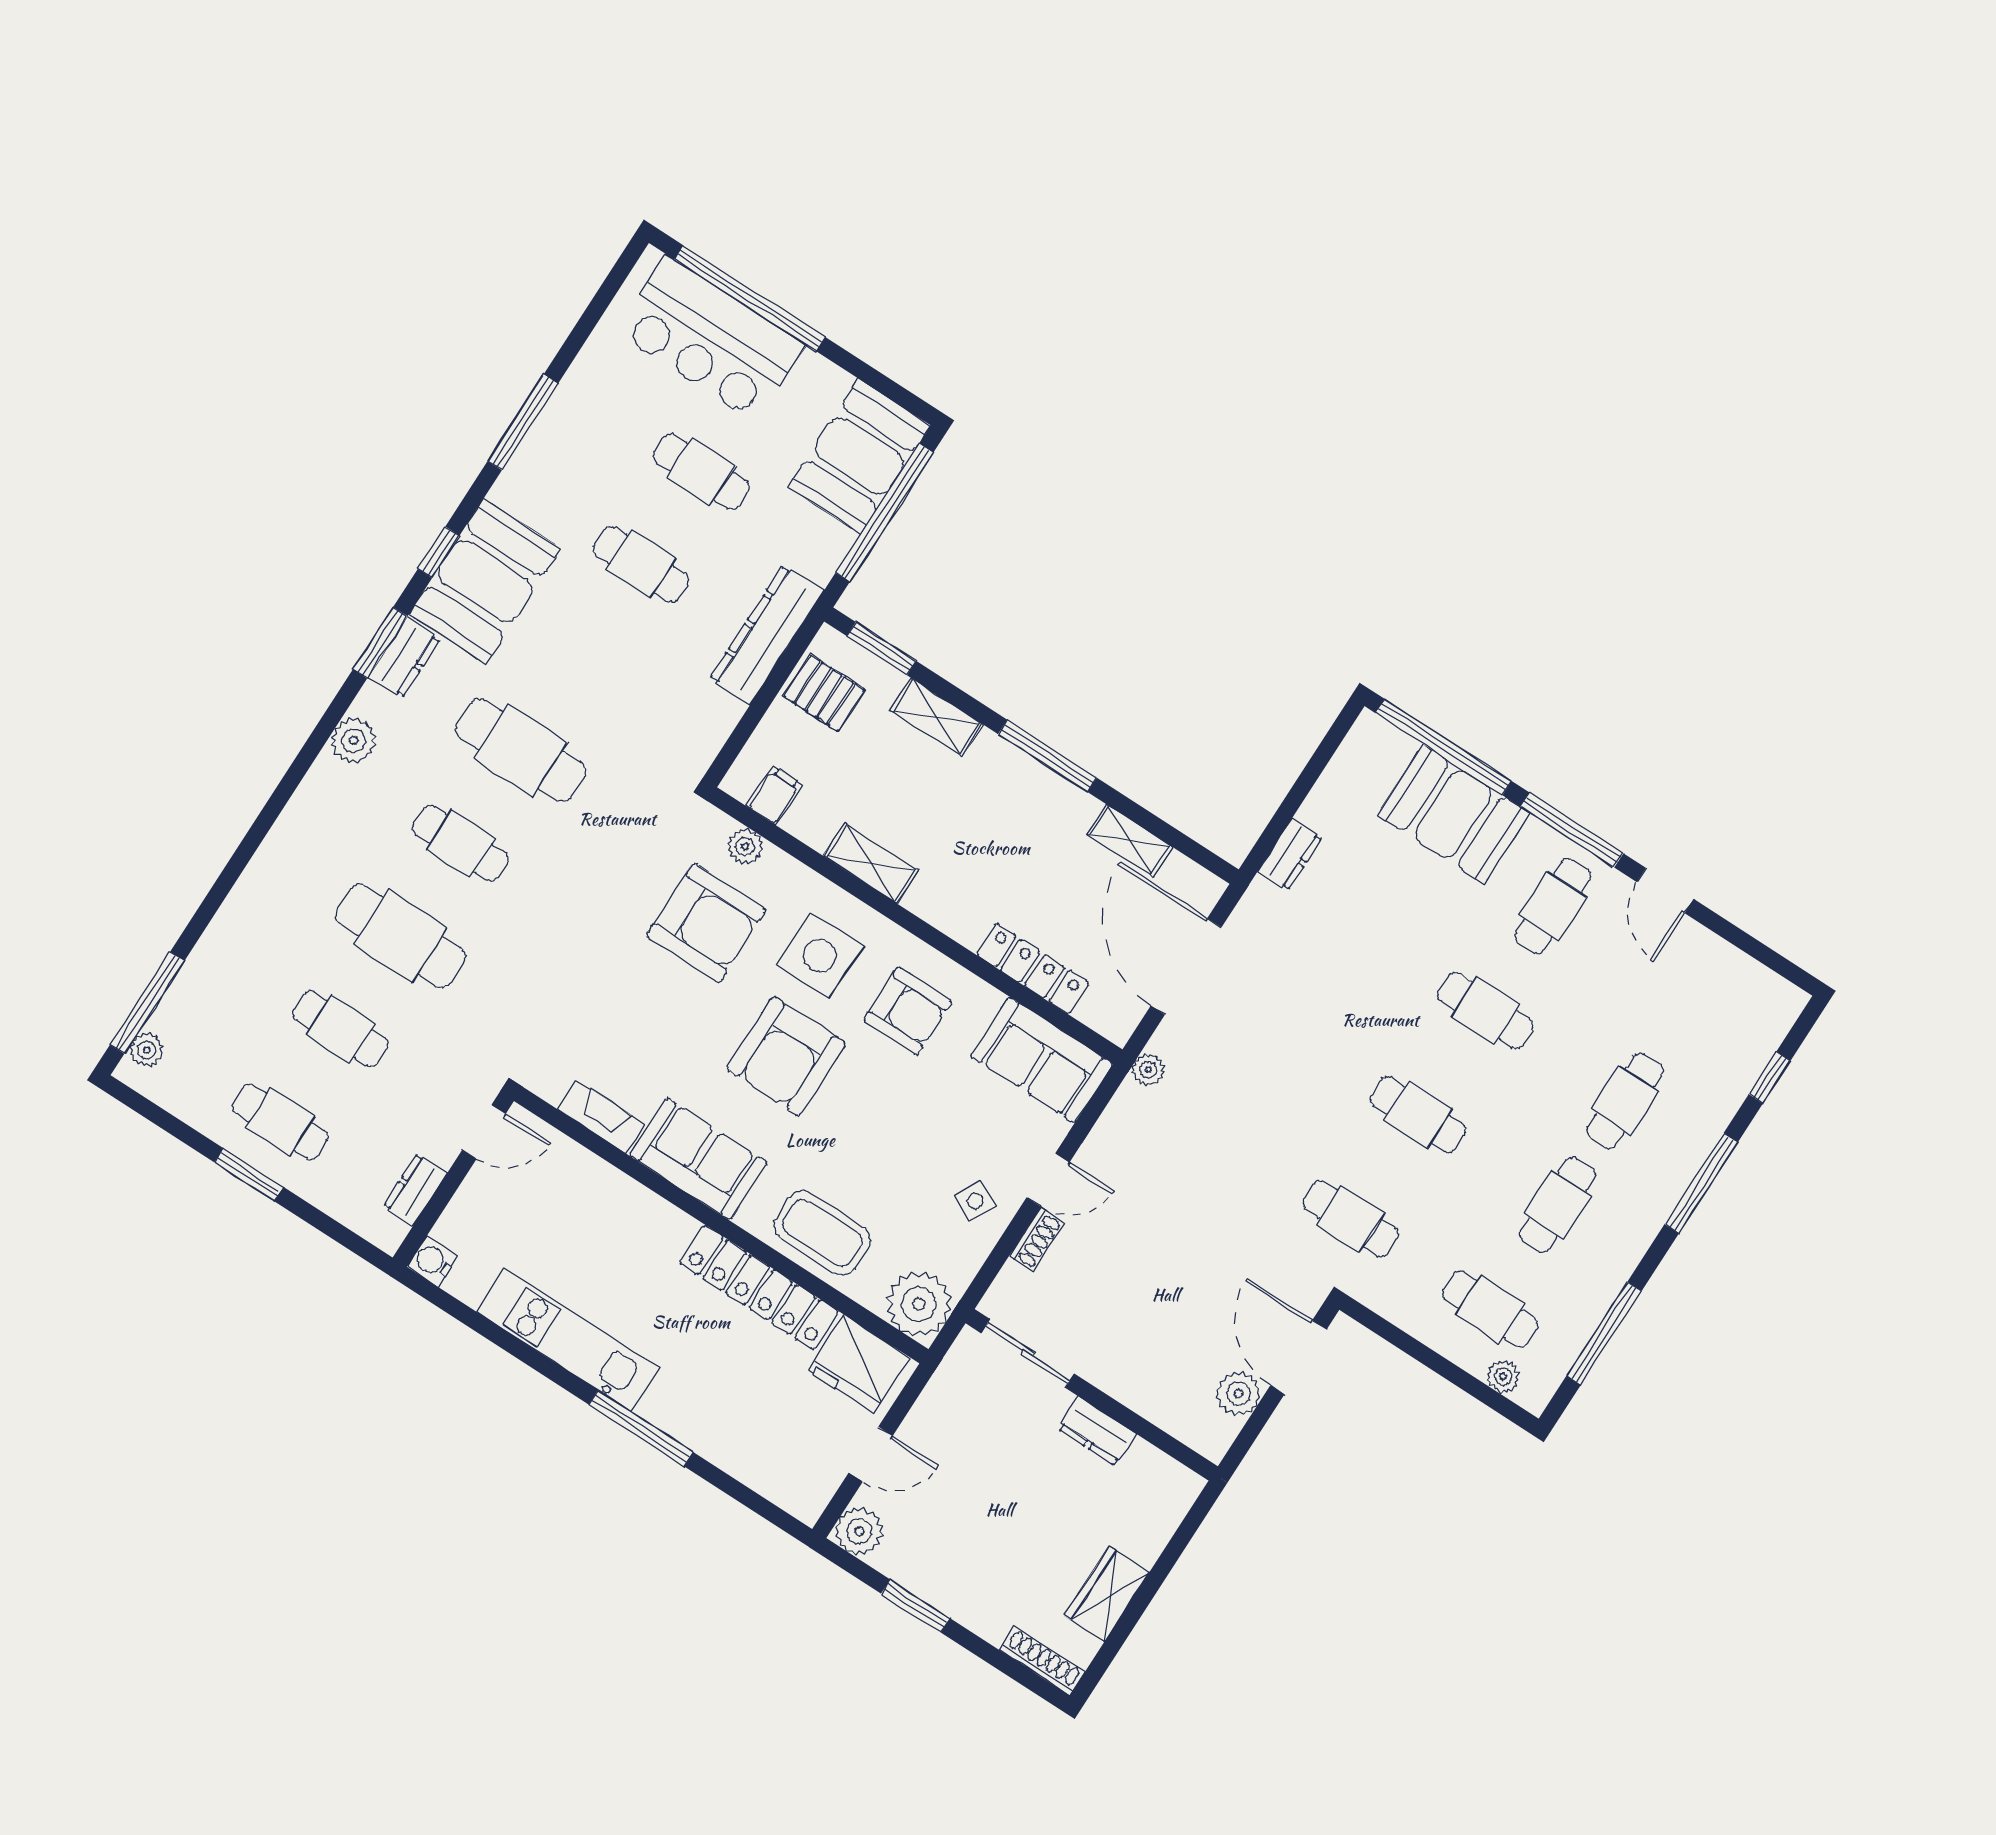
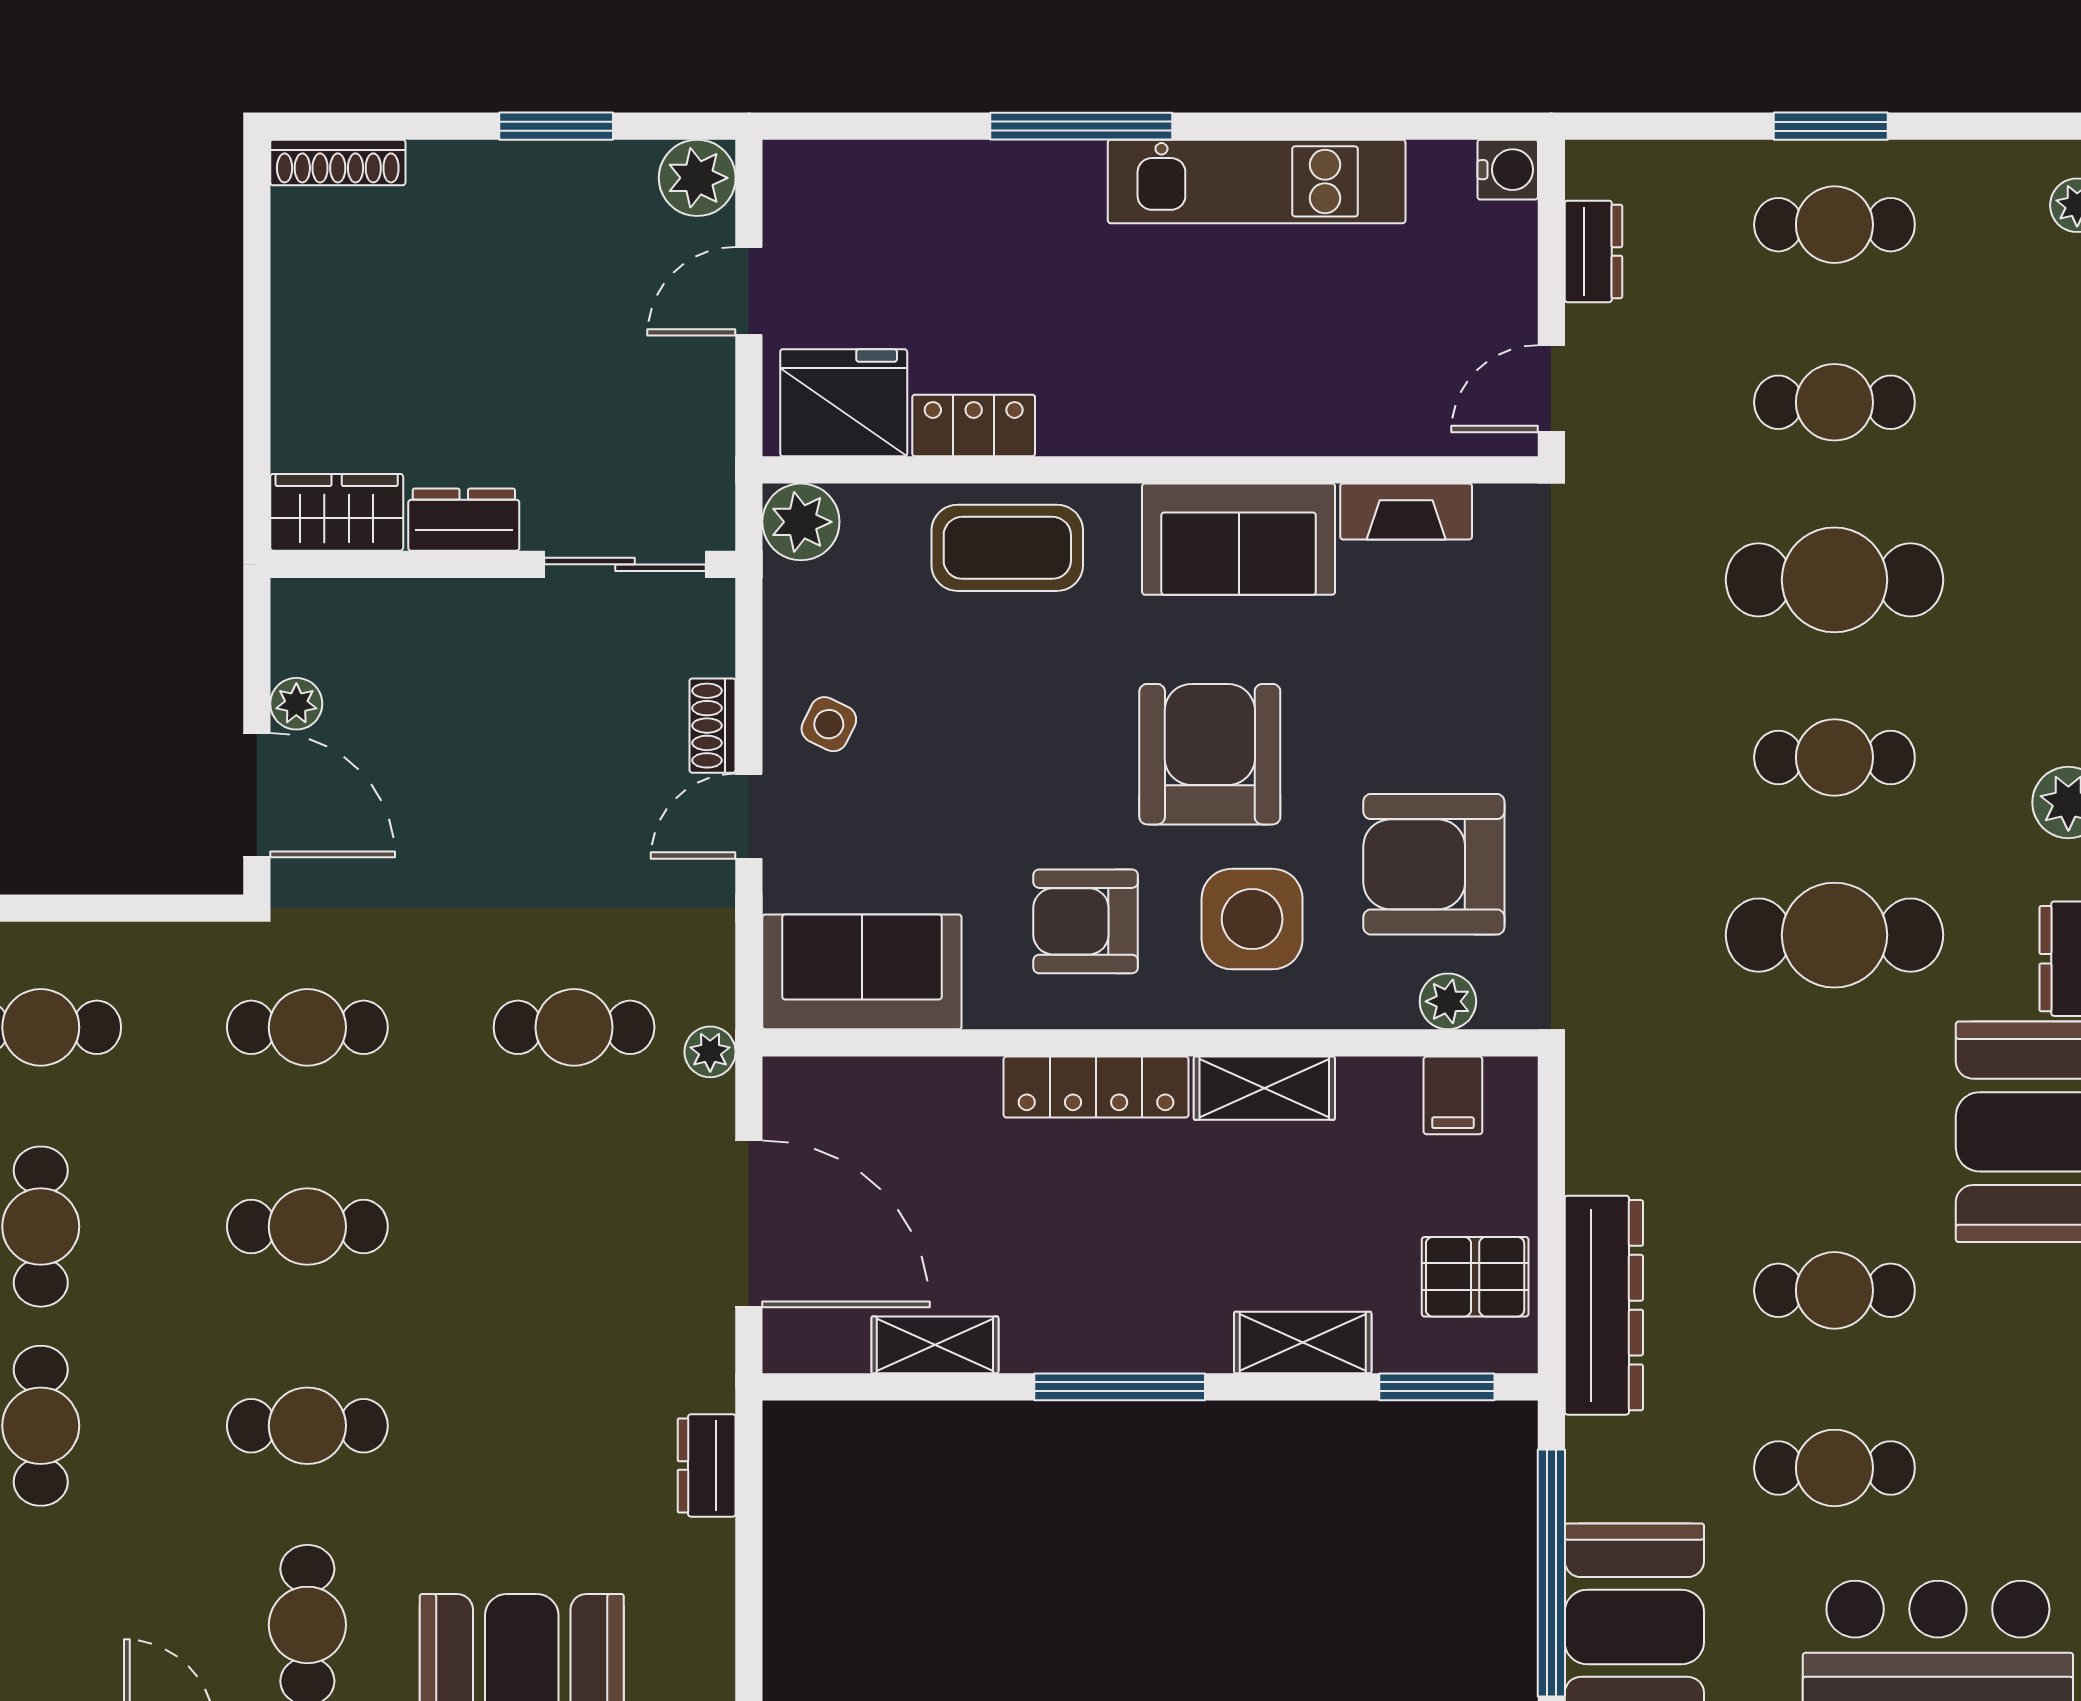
locker: (1032, 969) -> (1096, 1087), moved
cafe table: (1211, 1129) -> (574, 1027), added
locker: (759, 1287) -> (974, 425), width x0.46, depth x0.83
plant: (919, 1304) -> (801, 522), width x0.73, depth x0.73
plant: (1239, 1394) -> (296, 704), width x0.73, depth x0.73
wardrobe: (1107, 1594) -> (337, 512), moved, turned -90

